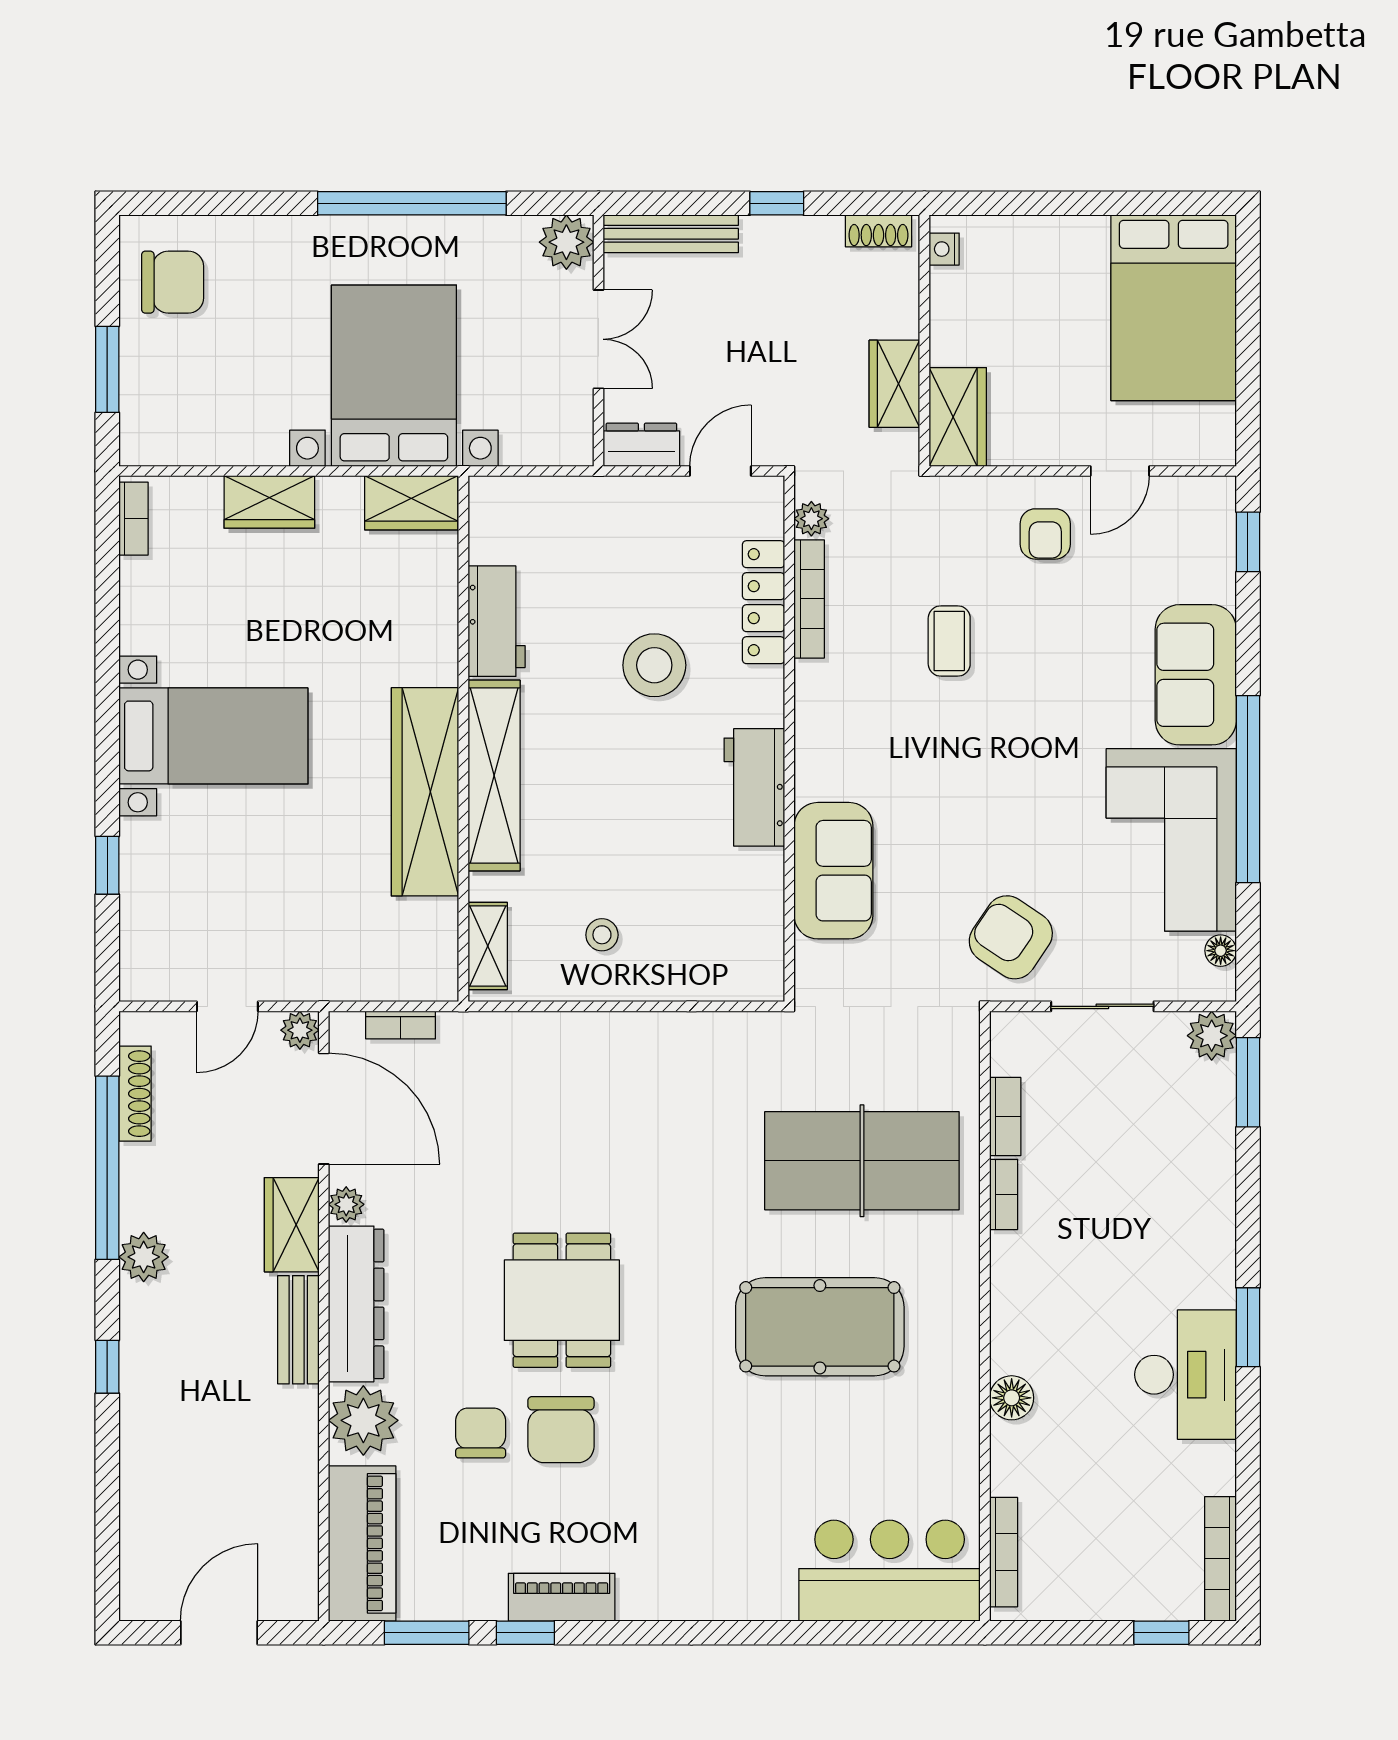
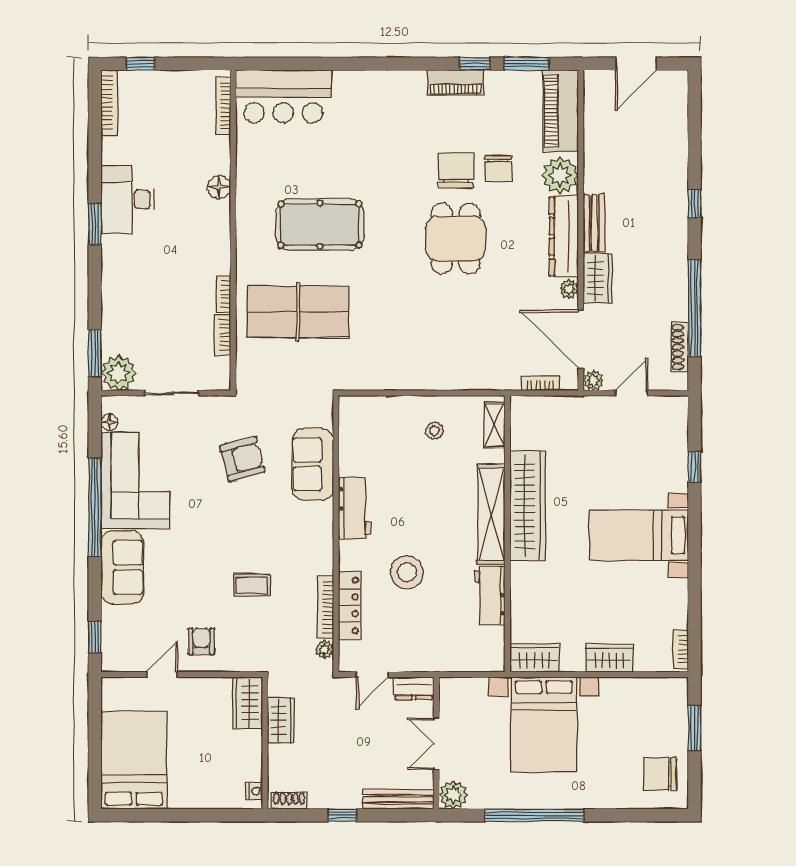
coffee table: (949, 641) -> (252, 585), turned 90
armchair: (1011, 937) -> (242, 459), moved, turned -49
plant: (1212, 1036) -> (119, 373), width x1.36, depth x1.36
plant: (144, 1257) -> (675, 261), removed

